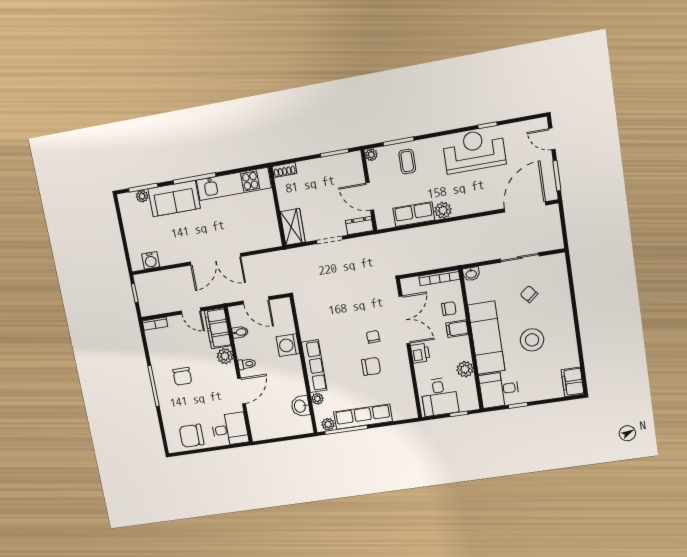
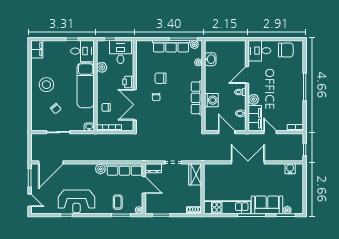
row of seats: (414, 214) -> (124, 169), width x1.48
filing cabinet: (457, 329) -> (103, 94), removed
stool: (532, 340) -> (46, 85), moved
row of seats: (314, 366) -> (197, 98), moved
chair: (182, 376) -> (284, 91), removed

